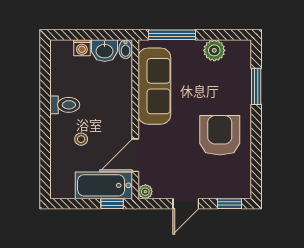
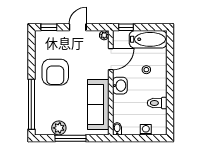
window: (172, 35) -> (71, 138), moved
washbasin: (105, 51) -> (120, 86), moved, turned 90
window: (256, 86) -> (31, 104), width x2.11
toilet: (65, 105) -> (157, 103), moved
bathtub: (104, 185) -> (148, 39), moved

